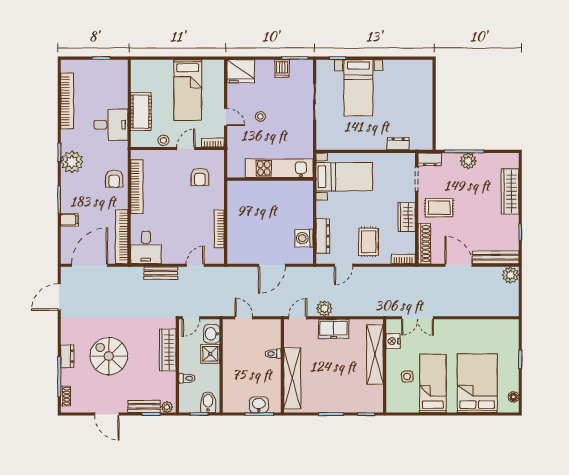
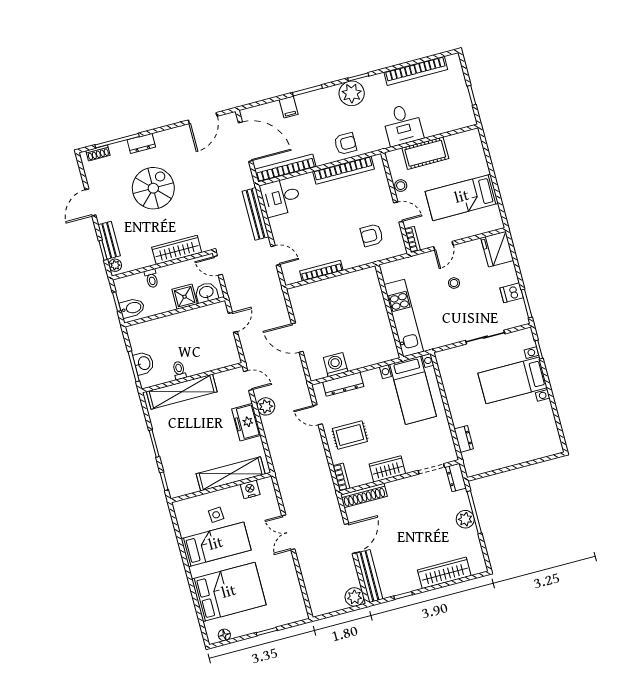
armchair: (114, 179) -> (345, 144), turned 180
rug: (439, 208) -> (407, 501), removed
bench: (161, 273) -> (256, 214), width x1.36
door: (59, 297) -> (203, 118), swing flipped
double door: (418, 318) -> (288, 532), moved
toilet: (273, 354) -> (179, 370), moved

